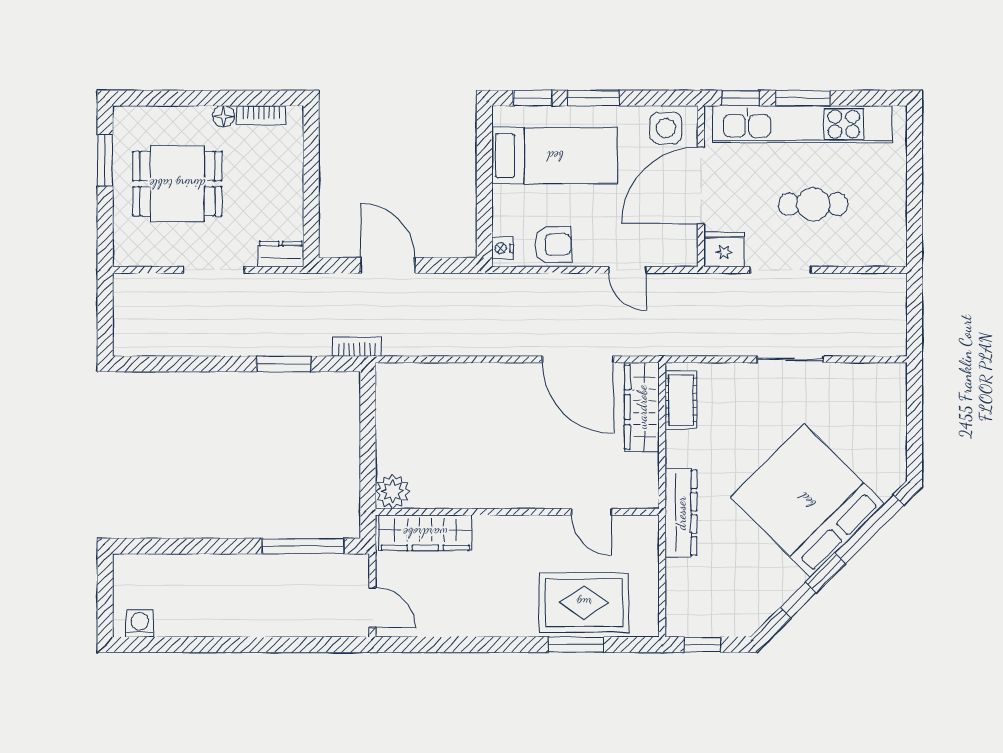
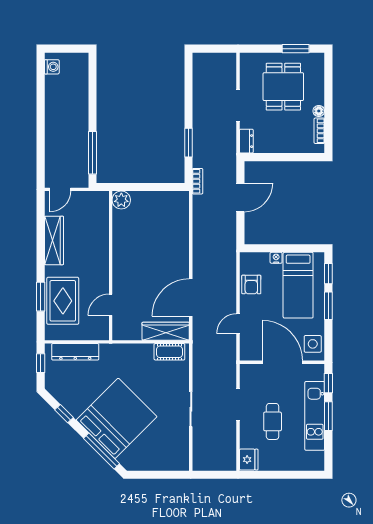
kitchen unit: (803, 124) -> (315, 416), width x0.73
nightstand: (502, 248) -> (276, 258), moved
fridge: (724, 250) -> (249, 460), moved
dresser: (681, 513) -> (75, 352), moved
wardrobe: (425, 533) -> (54, 240), moved, turned 180

